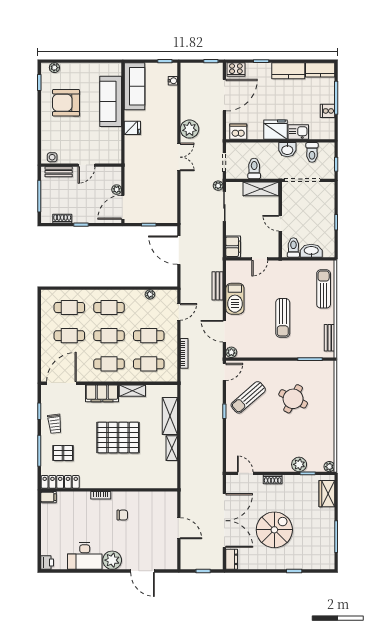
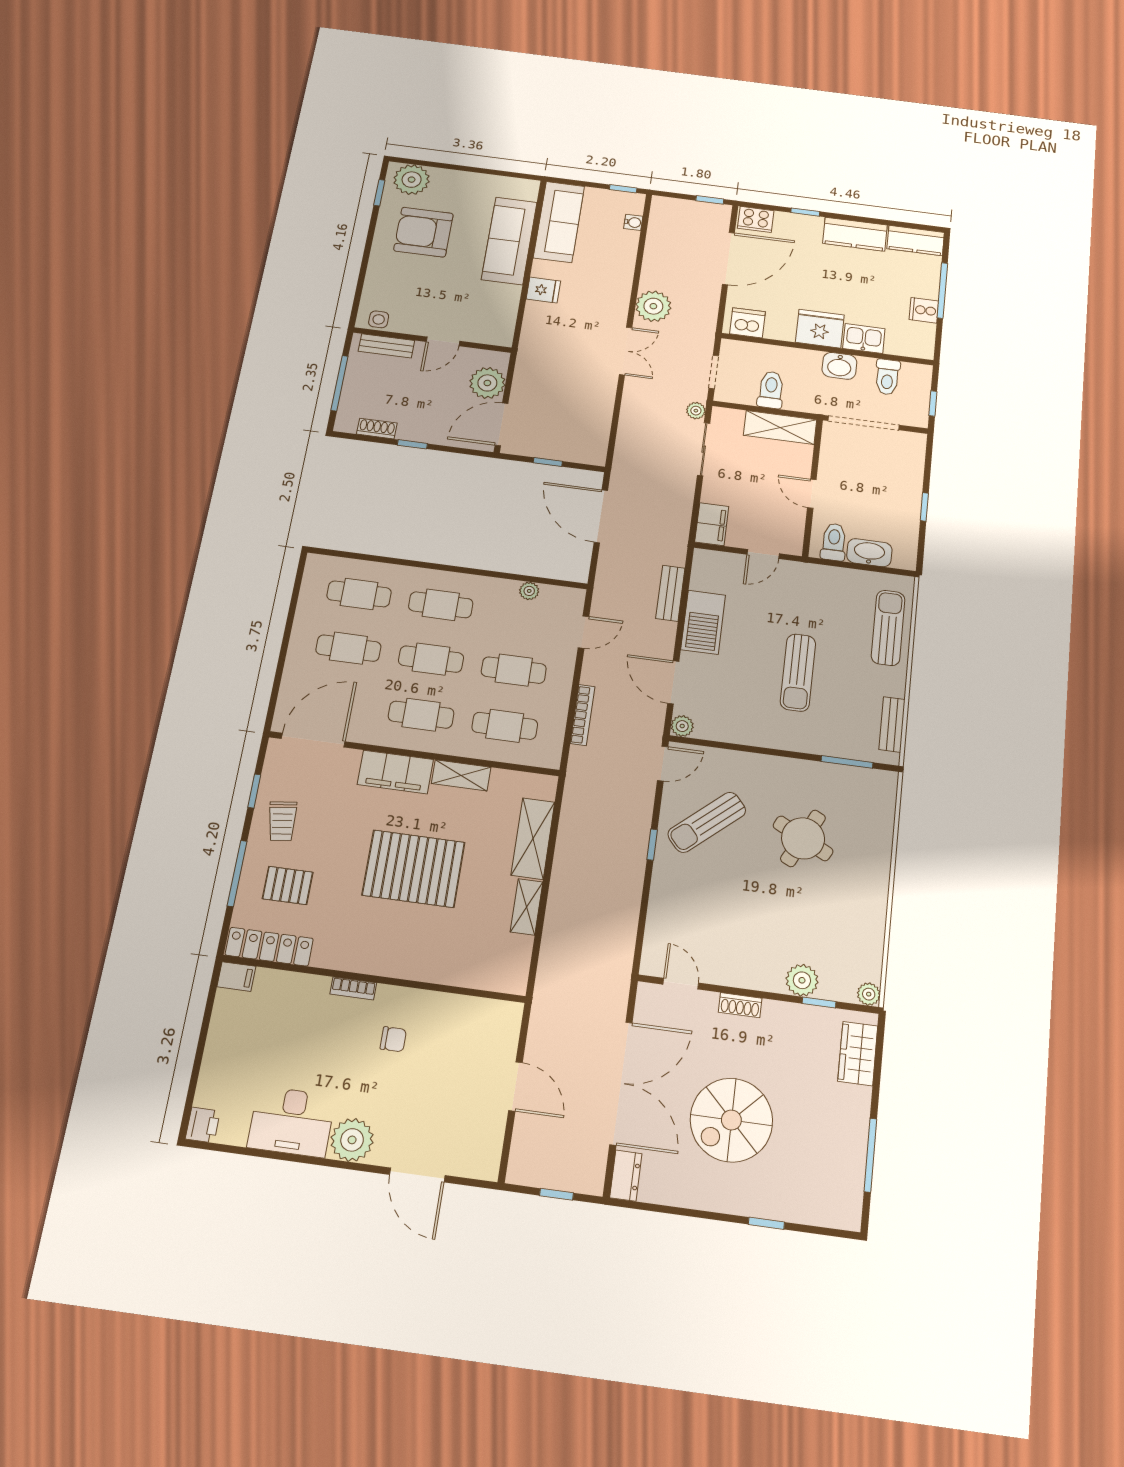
plant: (54, 68) -> (412, 180), width x1.88, depth x1.88
plant: (117, 190) -> (487, 383), width x1.87, depth x1.87
spiral stairs: (274, 530) -> (731, 1120), turned 180

